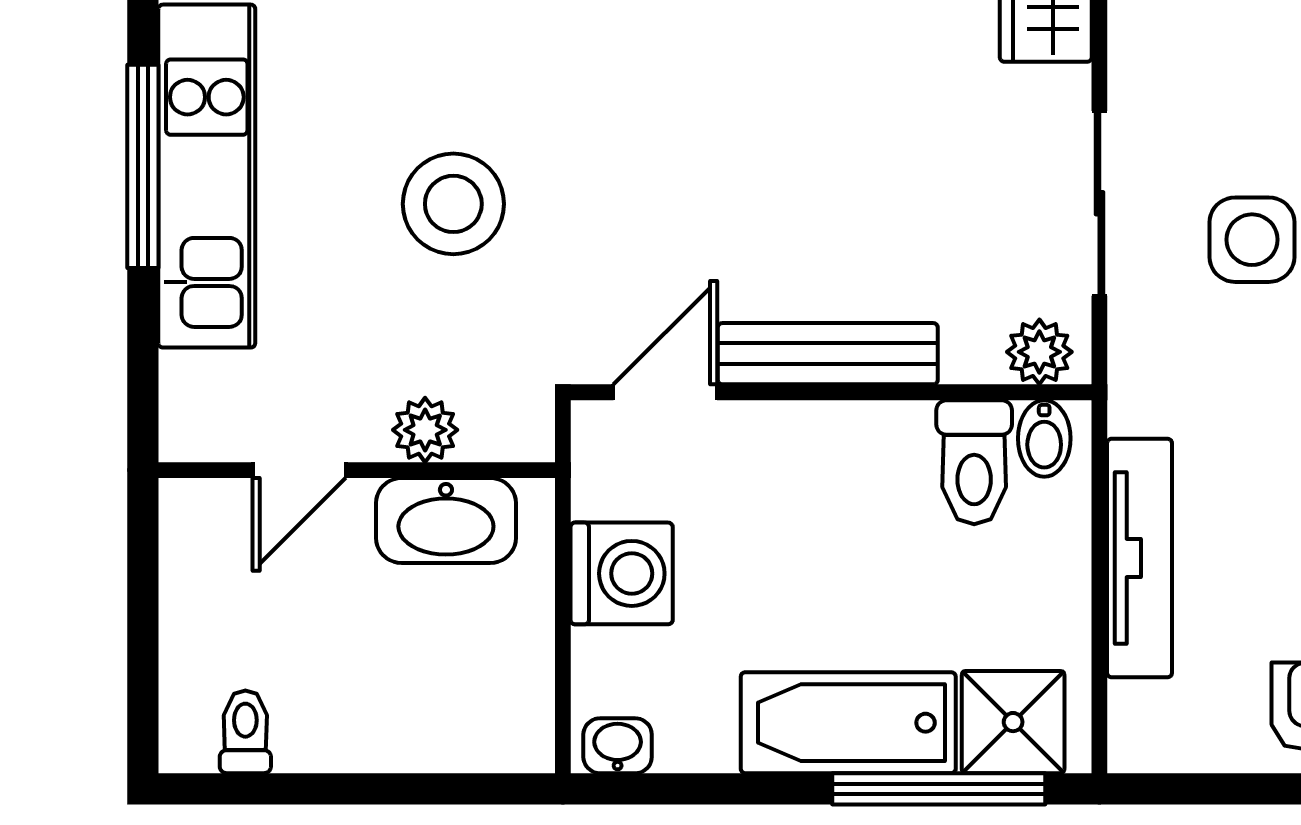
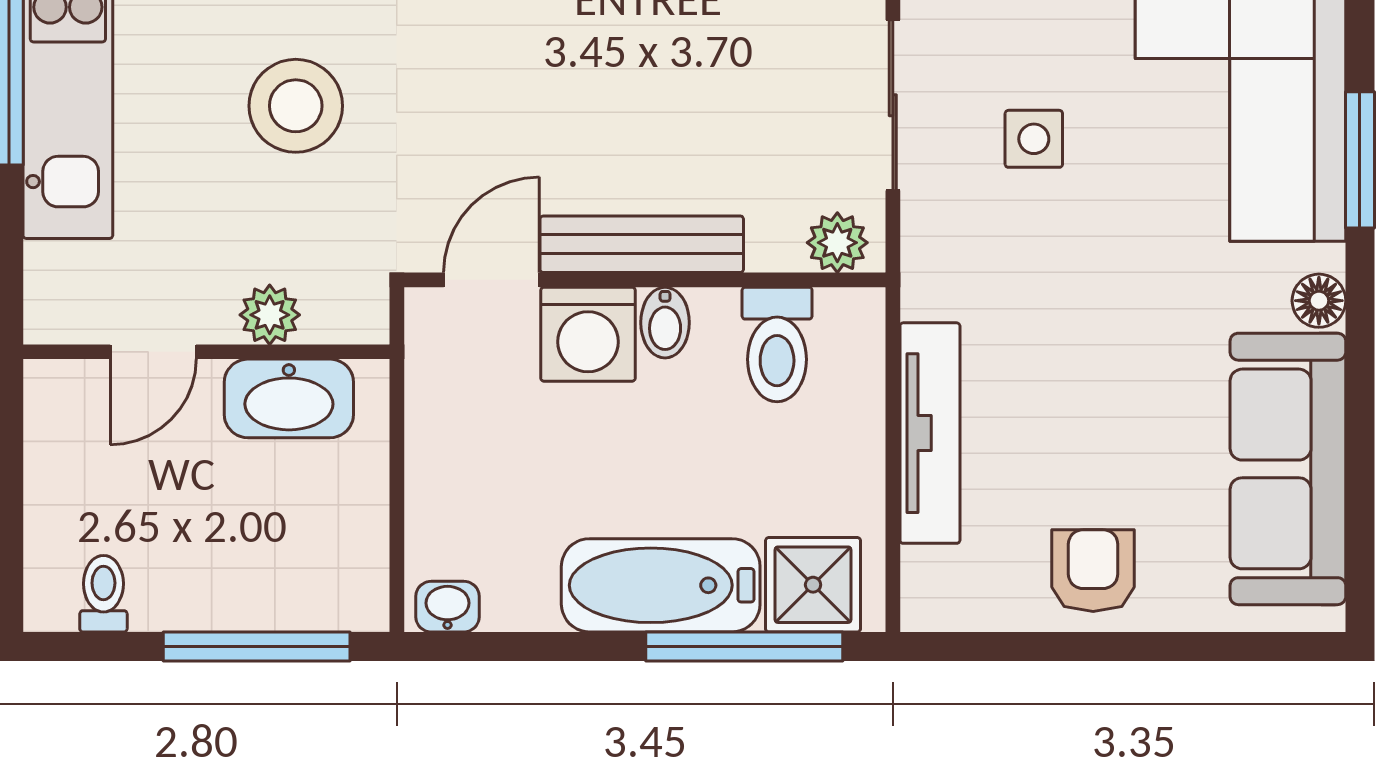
side table: (1252, 240) -> (1034, 139), width x0.73, depth x0.73
bidet: (1044, 438) -> (665, 323), moved
washing machine: (622, 573) -> (588, 334), moved, turned 90
window: (411, 789) -> (257, 646), added

